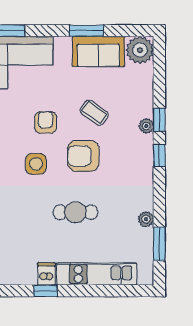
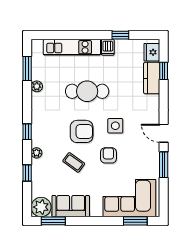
window: (86, 31) -> (53, 221), moved
window: (159, 120) -> (27, 173), moved
armchair: (46, 122) -> (108, 155), turned 180
cafe table: (75, 212) -> (87, 91), width x1.37, depth x1.35
window: (45, 291) -> (120, 35), moved

